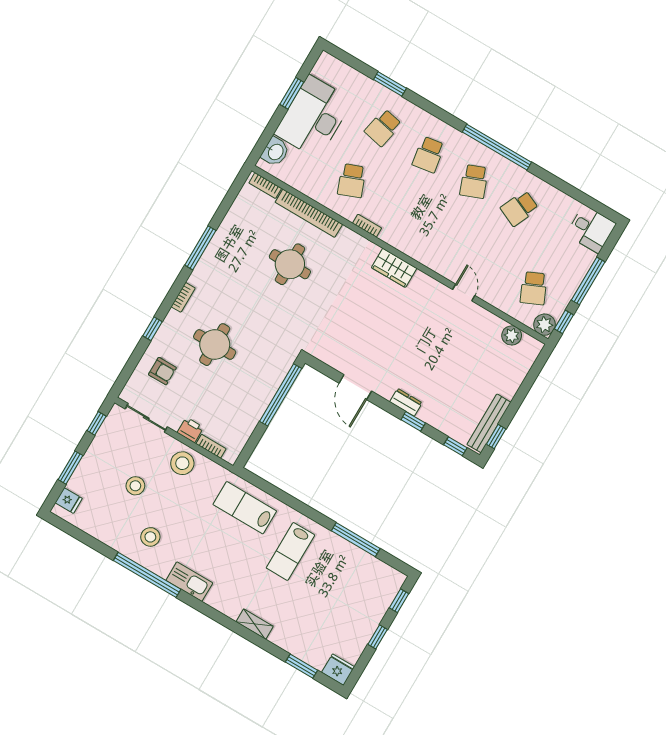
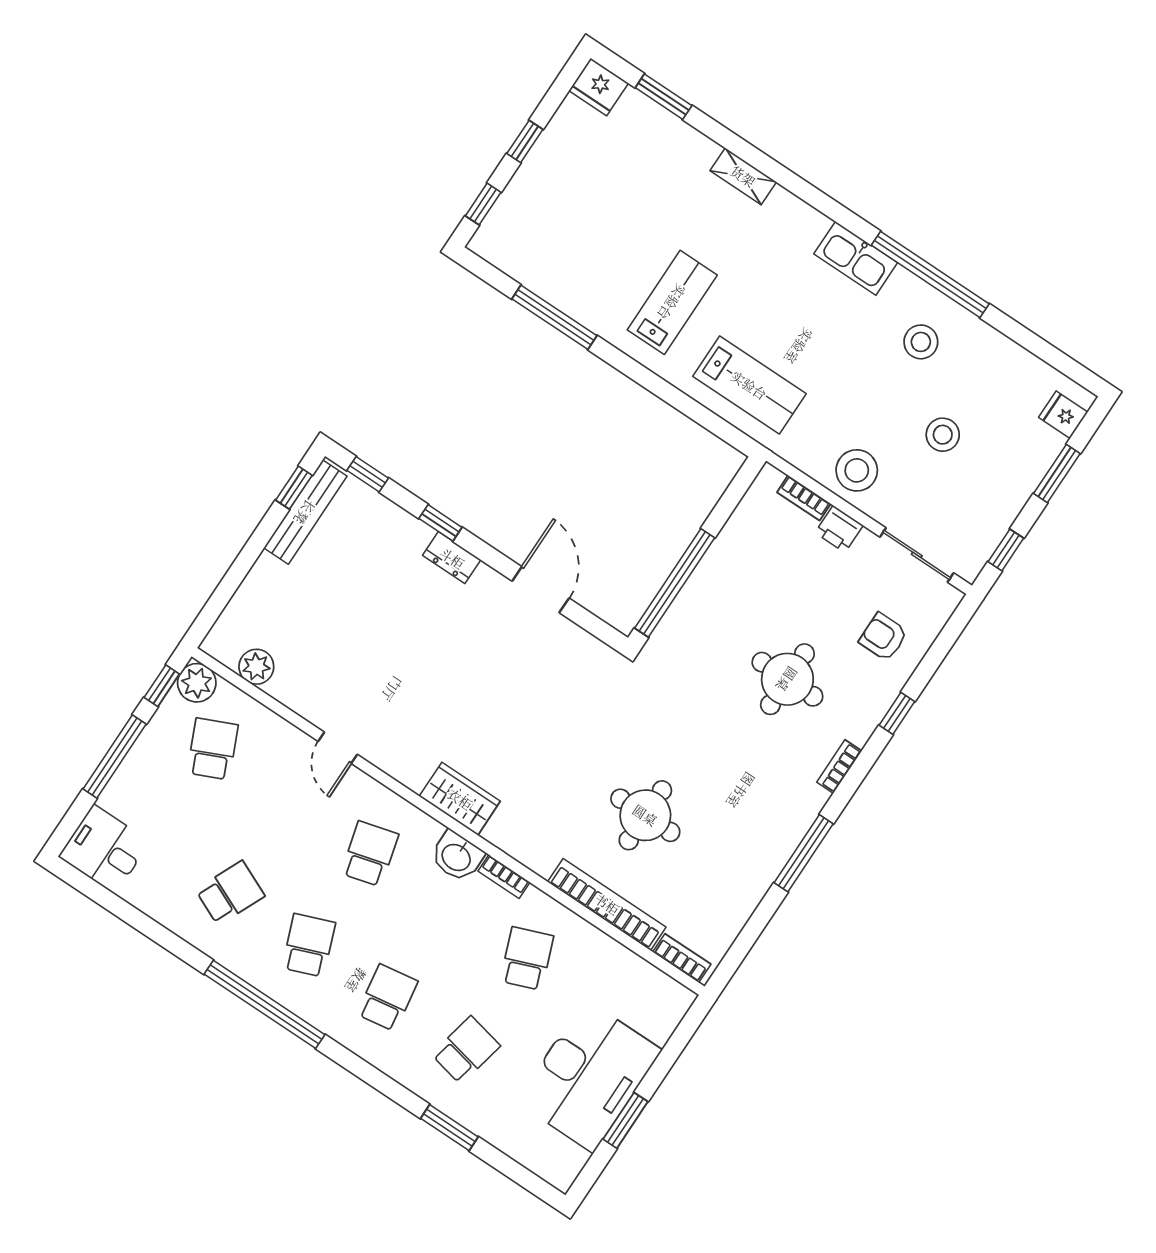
washbasin: (275, 152) -> (457, 856), moved, turned -90
school desk: (443, 234) -> (370, 854), added

